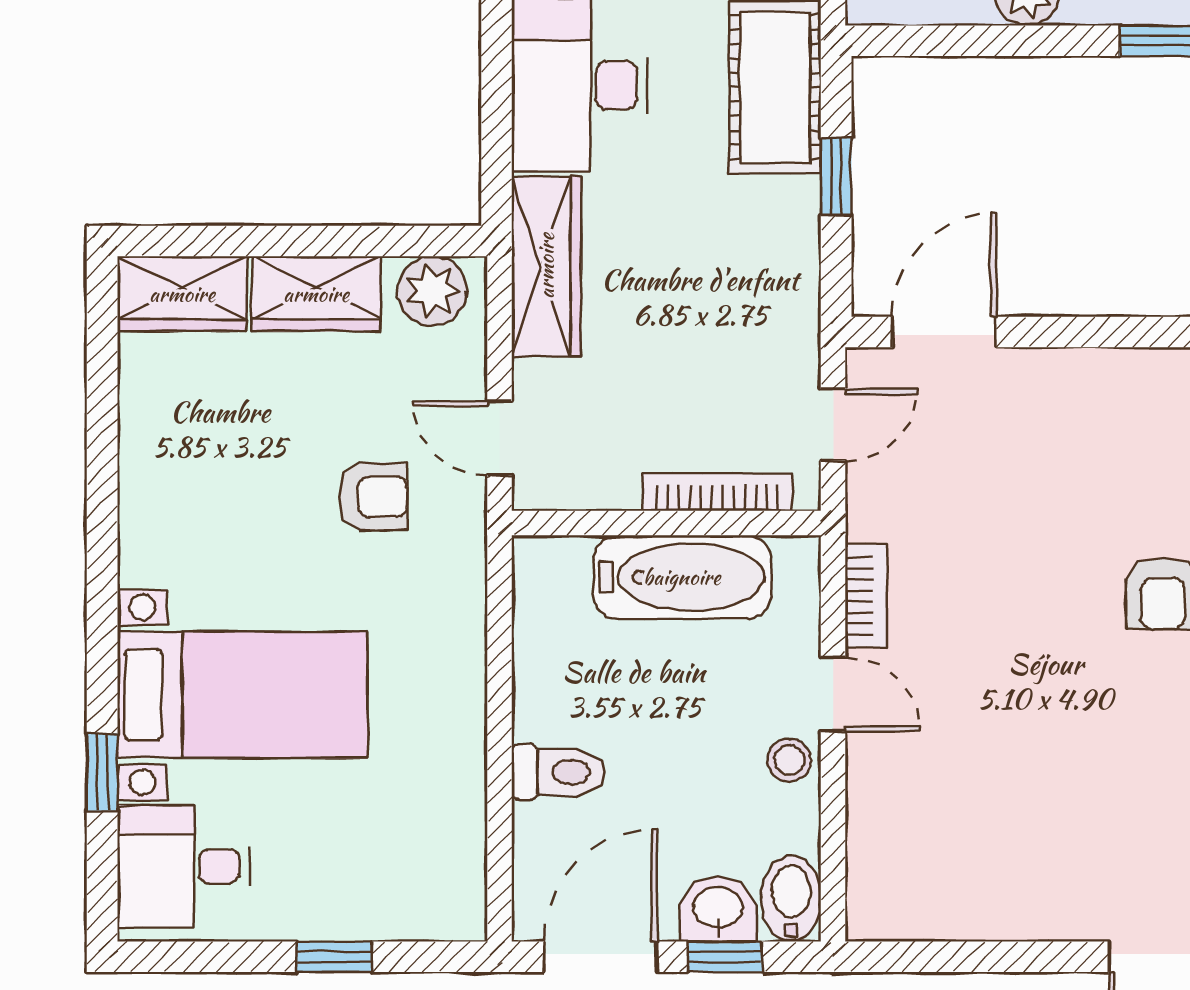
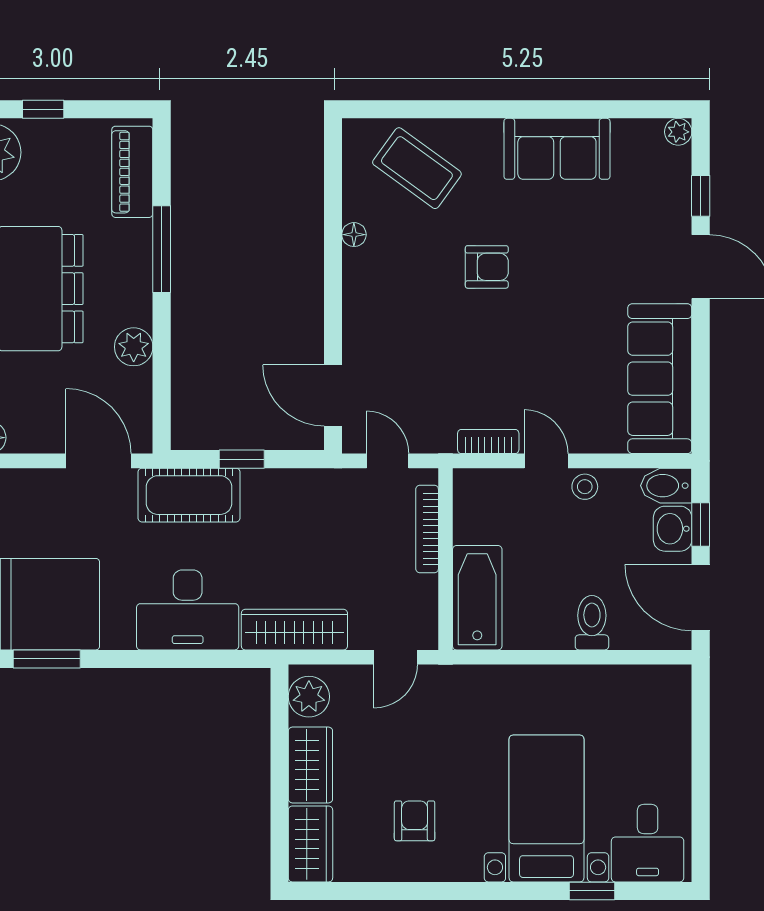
armchair: (373, 497) -> (415, 821), moved
bathtub: (682, 577) -> (477, 598), moved
door: (833, 694) -> (546, 461), hinge flipped
sofa: (973, 887) -> (660, 379), added
window: (334, 957) -> (701, 755), removed

